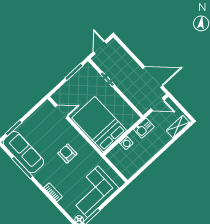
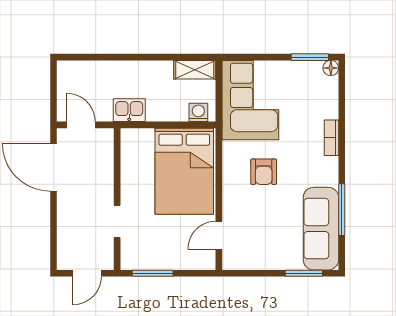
door: (62, 112) -> (219, 235), hinge flipped
shelving: (178, 127) -> (195, 70), moved
washing machine: (126, 143) -> (198, 112), moved
corner sofa: (93, 192) -> (250, 100), moved, turned -90

